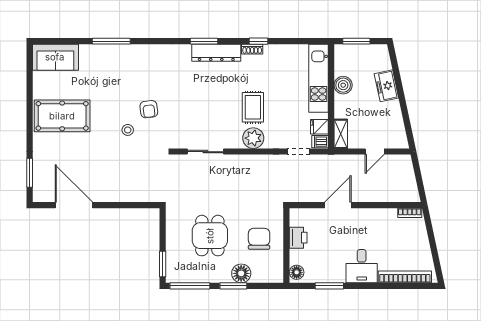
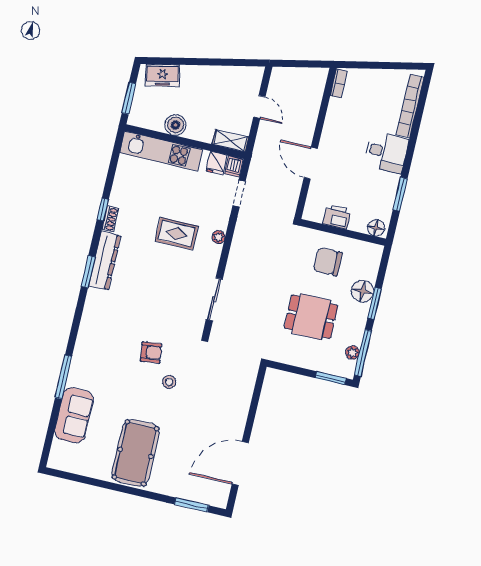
sofa: (55, 57) -> (74, 415), moved
freezer: (386, 86) -> (162, 75), moved
plant: (253, 138) -> (219, 237), width x0.53, depth x0.53
plant: (188, 277) -> (353, 353), added

